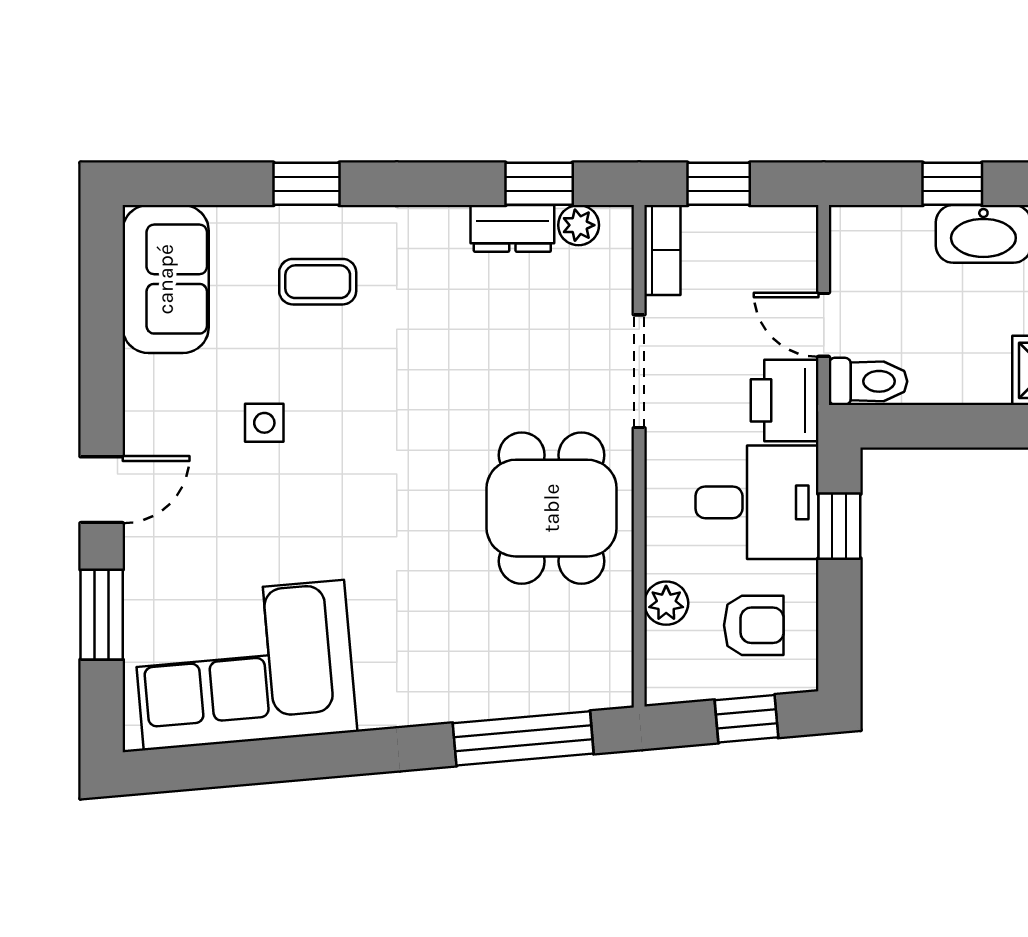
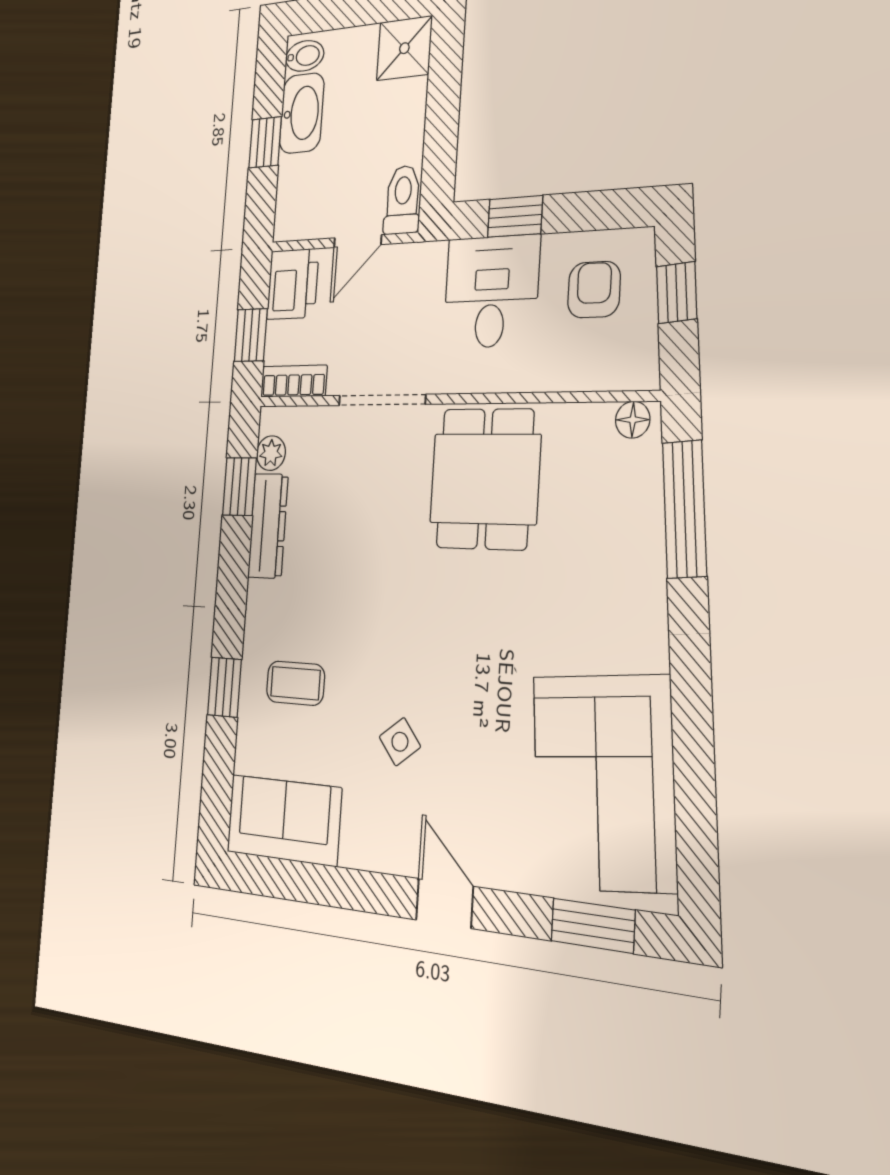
dresser: (512, 228) -> (268, 526), width x1.44
coffee table: (318, 282) -> (295, 683), turned 90
printer: (785, 400) -> (293, 284), moved, turned -90
side table: (264, 423) -> (400, 742), turned -38
dining table: (552, 508) -> (485, 479), turned 90
plant: (666, 603) -> (571, 372), removed
window: (102, 615) -> (593, 926), moved
floor lamp: (615, 677) -> (633, 420), added

